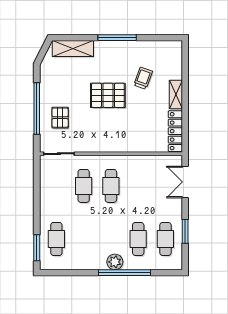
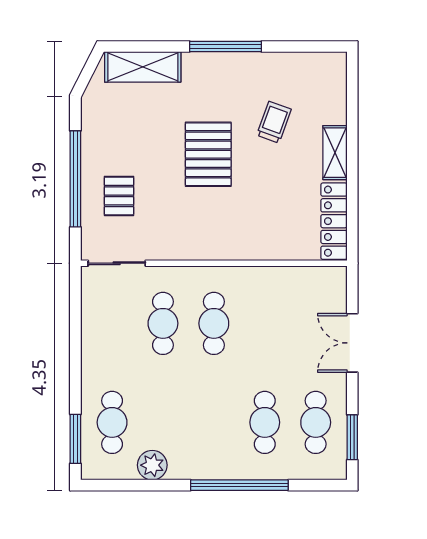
pallet: (108, 95) -> (208, 154), turned 90
double door: (185, 182) -> (352, 343), moved
window: (185, 231) -> (352, 437), moved
plant: (115, 262) -> (152, 465), moved

